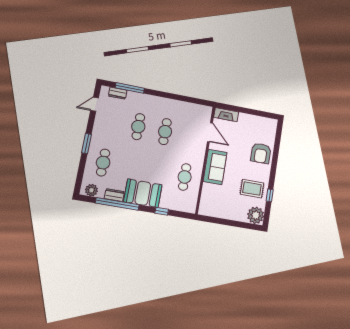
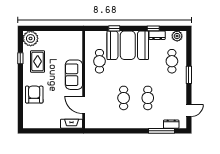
rug: (252, 189) -> (38, 61), turned 90
booth: (143, 193) -> (128, 45), width x1.36, depth x1.42
window: (117, 204) -> (153, 28), width x0.32

